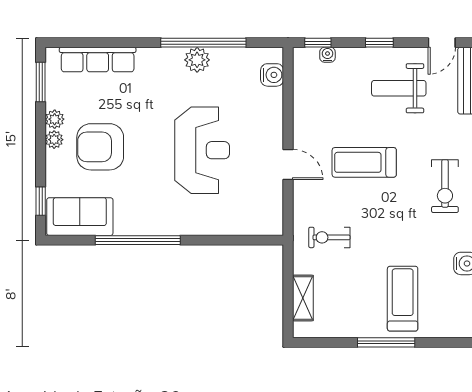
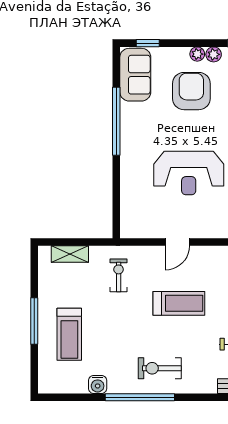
treadmill: (364, 162) -> (179, 303), turned 90
treadmill: (403, 299) -> (69, 334), turned 90

